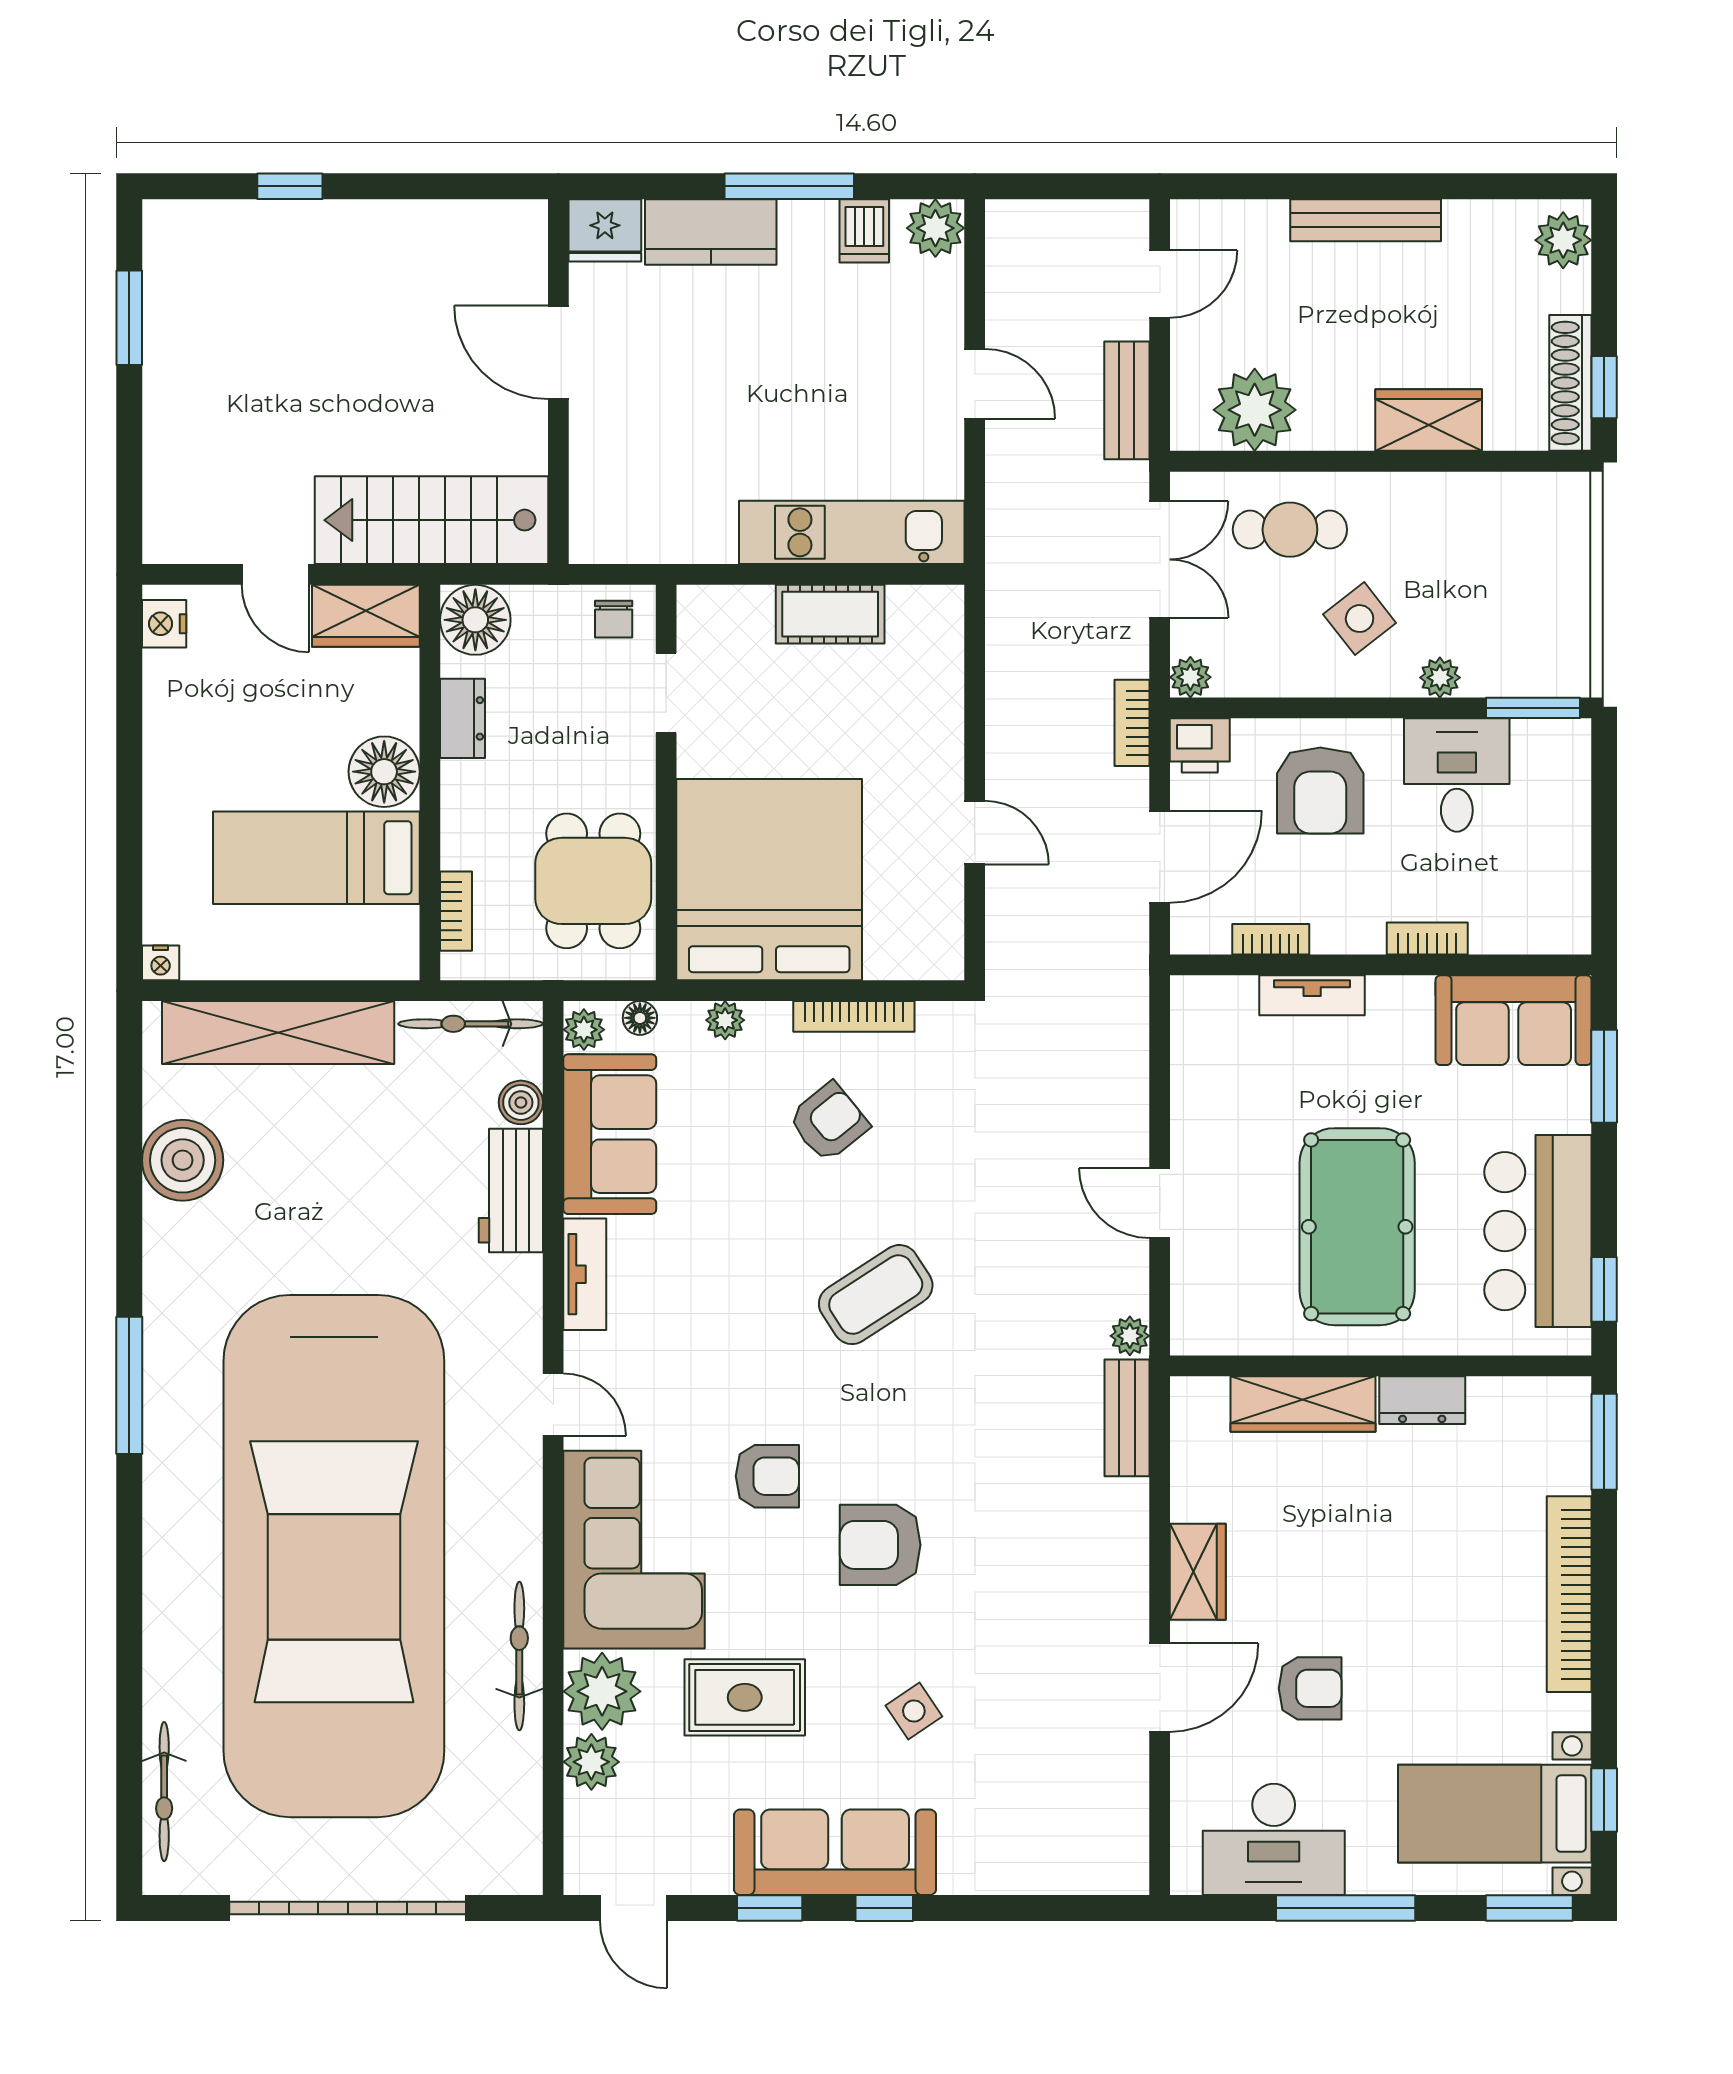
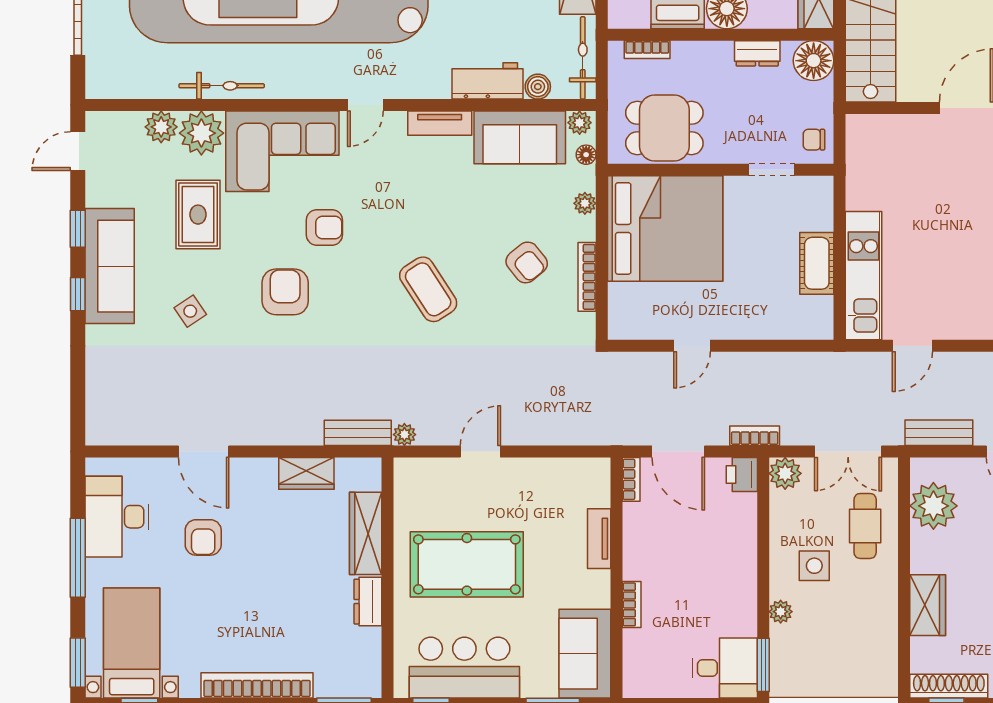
door: (975, 384) -> (912, 346), moved
side table: (1360, 619) -> (814, 566), turned 38
plant: (1190, 677) -> (785, 473), width x1.38, depth x1.38
desk: (1457, 775) -> (725, 668), moved
armchair: (1320, 790) -> (716, 543), removed
bookcase: (1271, 939) -> (631, 479), moved
armchair: (767, 1476) -> (324, 227), turned -90
wardrobe: (1198, 1572) -> (306, 473), moved

